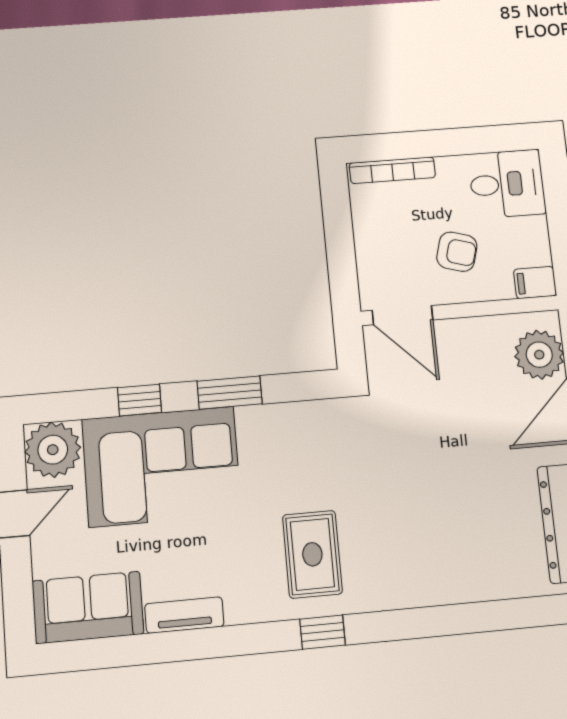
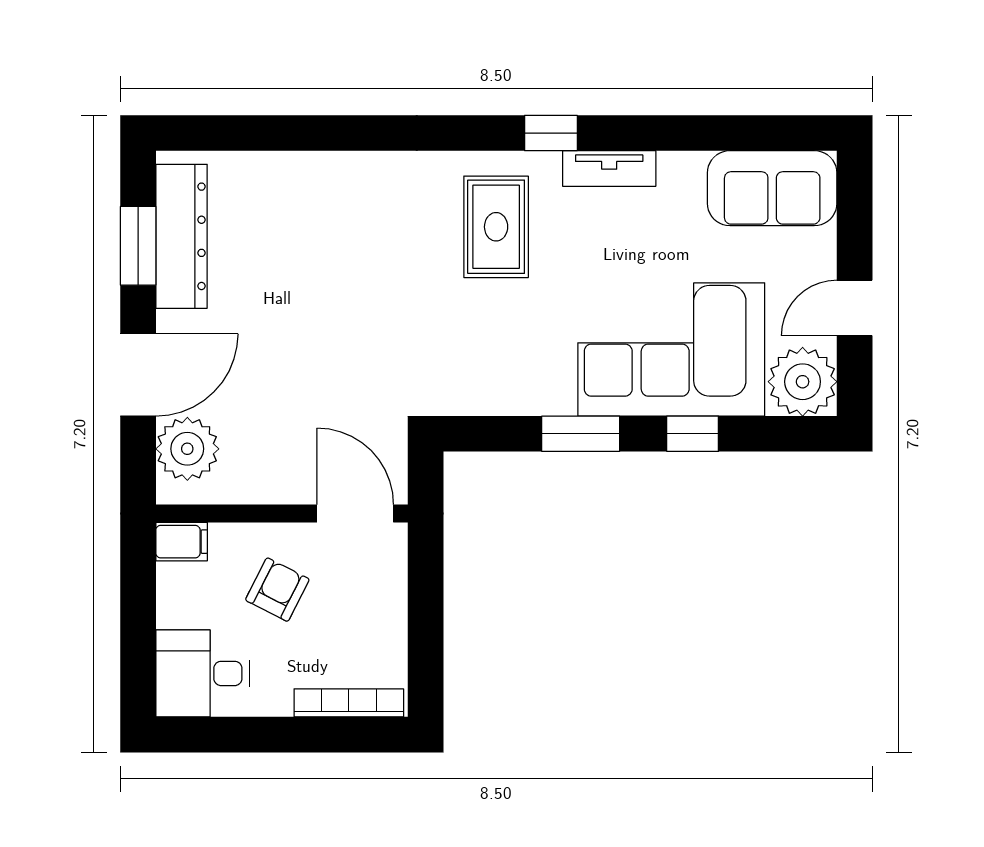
armchair: (457, 252) -> (277, 590), turned 101
tv unit: (184, 615) -> (609, 169), moved
window: (323, 632) -> (551, 133), moved

